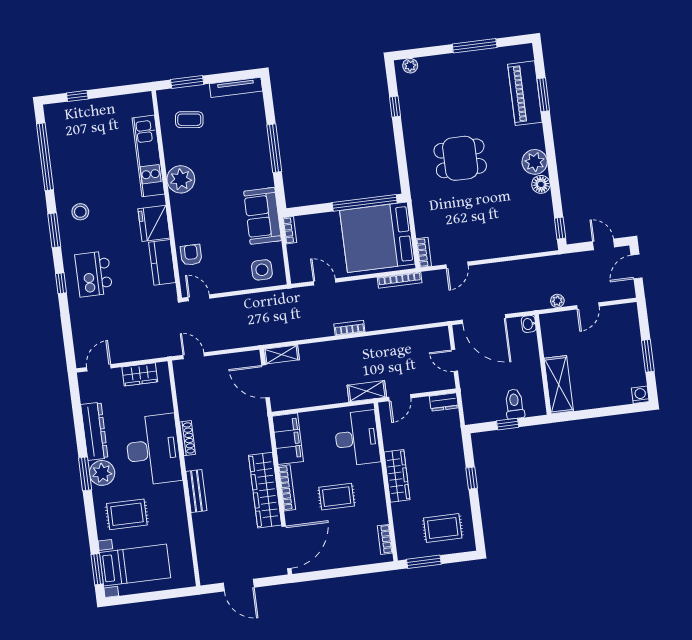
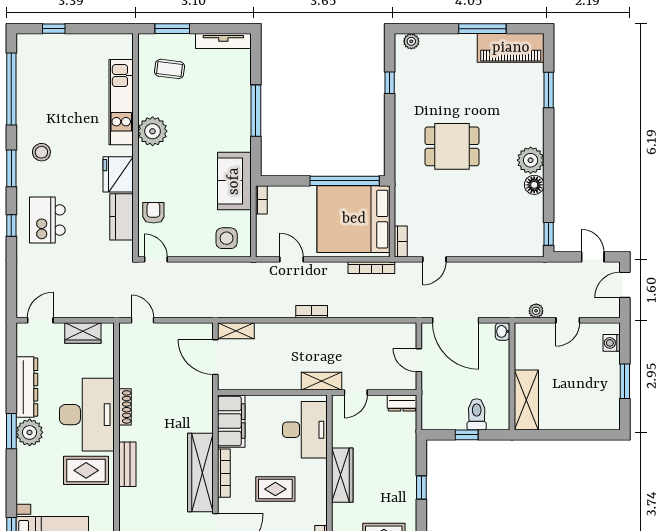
piano: (525, 93) -> (511, 48), moved, turned -90
washing machine: (640, 395) -> (612, 343), moved, turned -90
rug: (127, 514) -> (86, 470), moved

